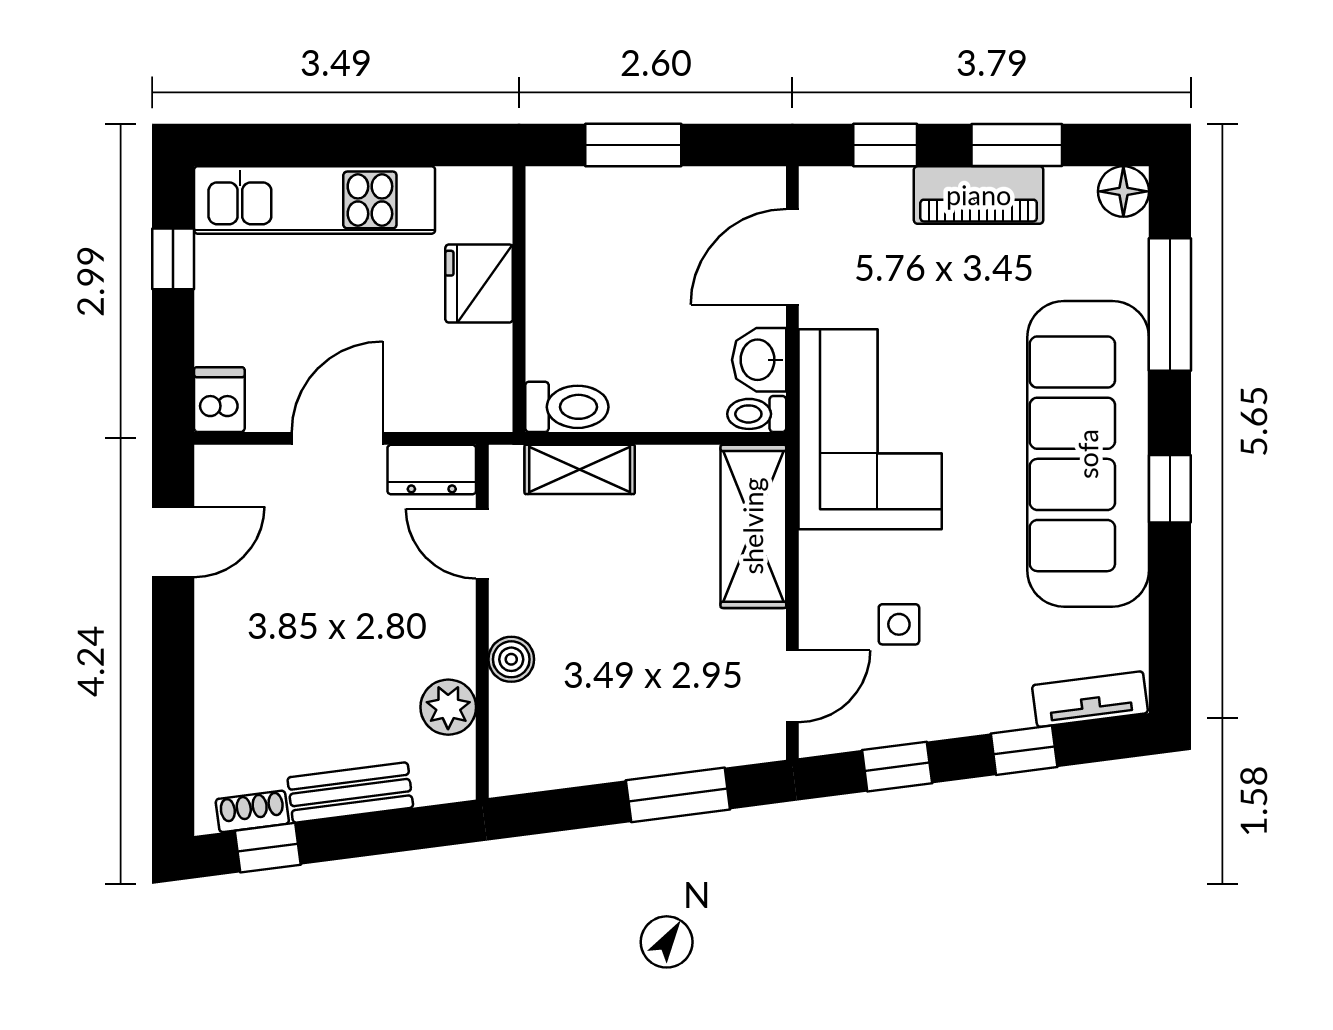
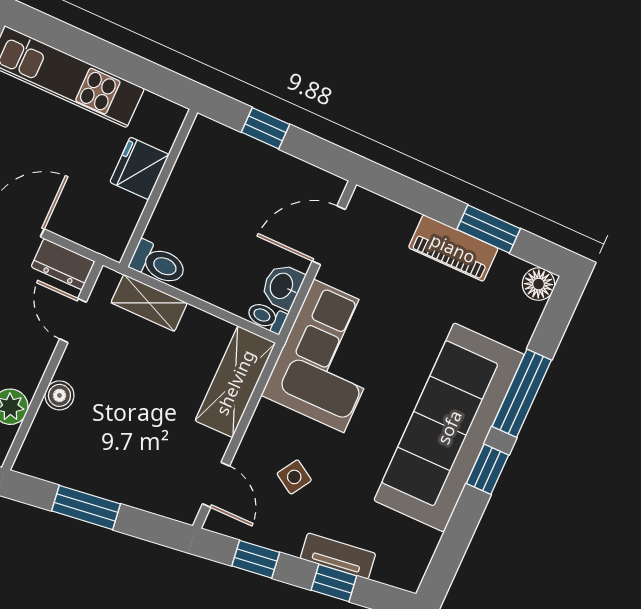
window: (633, 145) -> (266, 128), width x0.67
window: (885, 145) -> (412, 194), removed
window: (1170, 305) -> (522, 393), moved
side table: (899, 624) -> (294, 477), turned 32
door: (792, 686) -> (216, 485), hinge flipped
tv unit: (1090, 699) -> (338, 556), moved
window: (678, 795) -> (86, 507), moved

